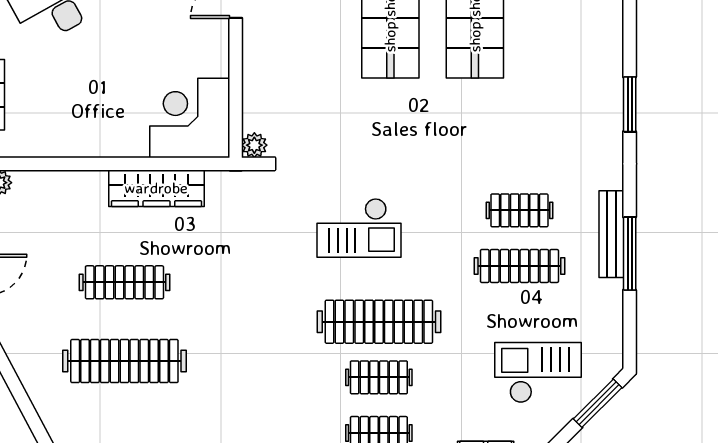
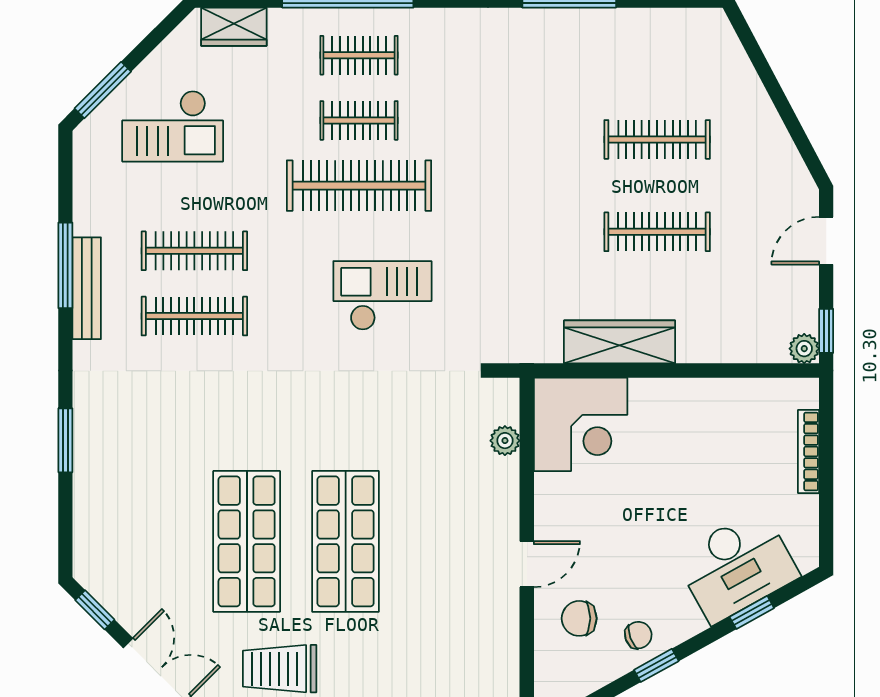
plant: (254, 145) -> (505, 441), moved
clothes rail: (519, 210) -> (194, 316), width x1.36
clothes rail: (124, 361) -> (657, 139), width x0.73, depth x0.76

